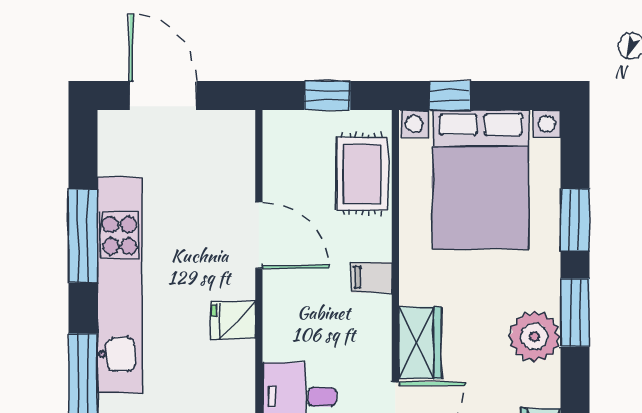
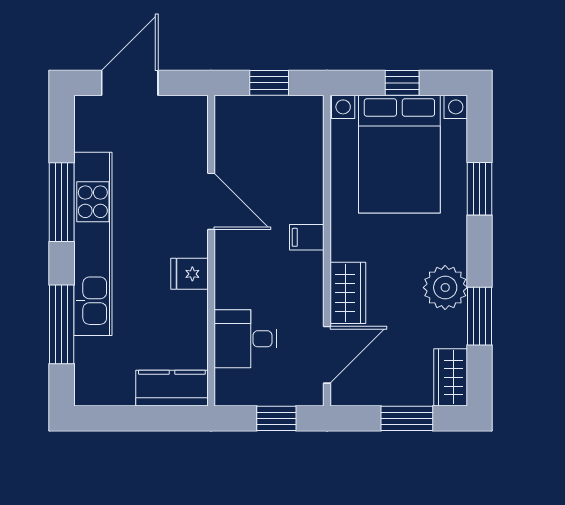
door: (163, 96) -> (130, 83), hinge flipped
window: (450, 96) -> (402, 83), moved
rug: (362, 174) -> (299, 149), removed
window: (575, 313) -> (479, 316), moved

